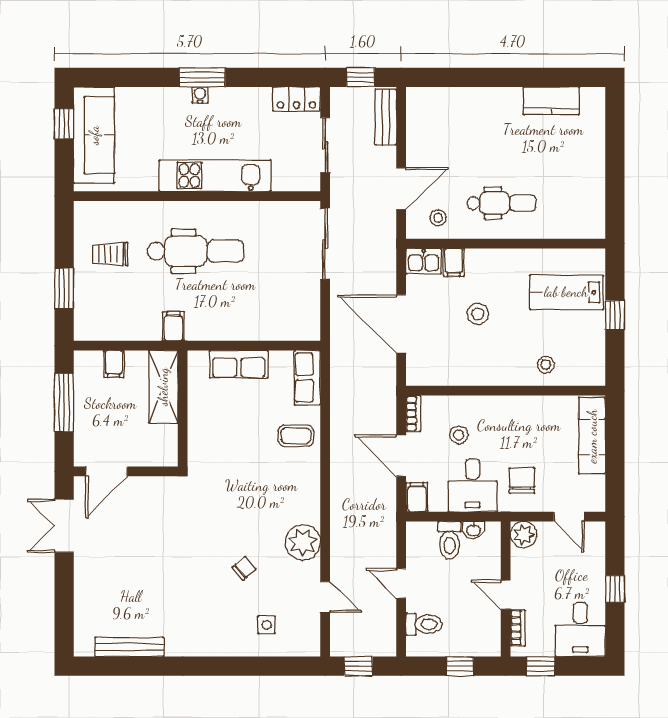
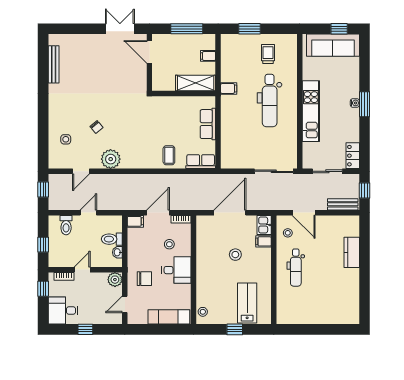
kitchen counter: (551, 101) -> (352, 252), moved
stool: (546, 365) -> (203, 312), moved
desk: (472, 485) -> (176, 270), moved, turned 180

